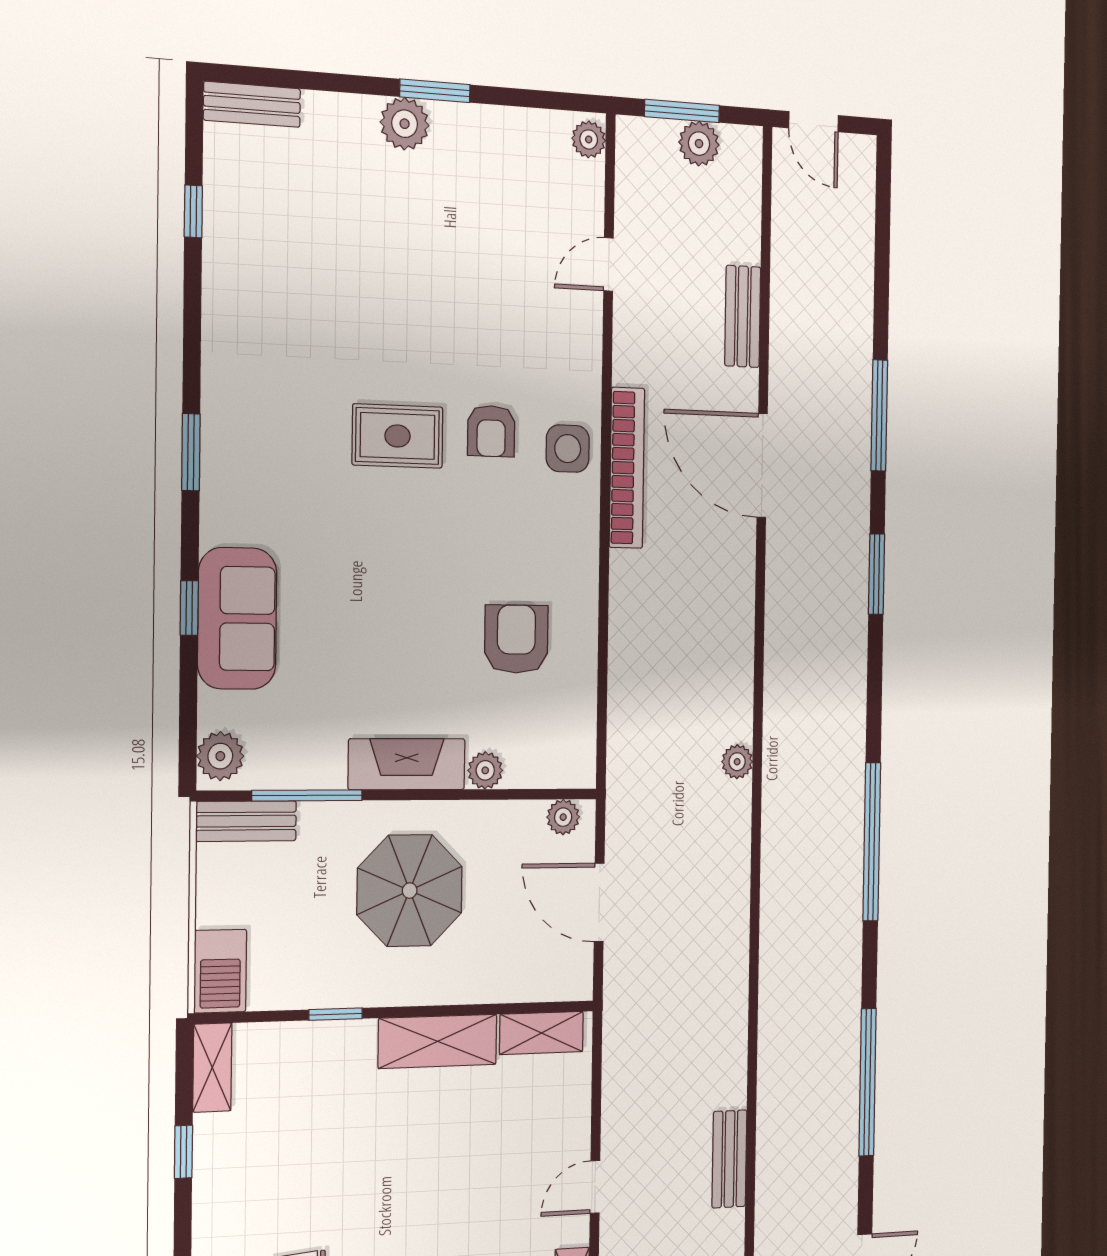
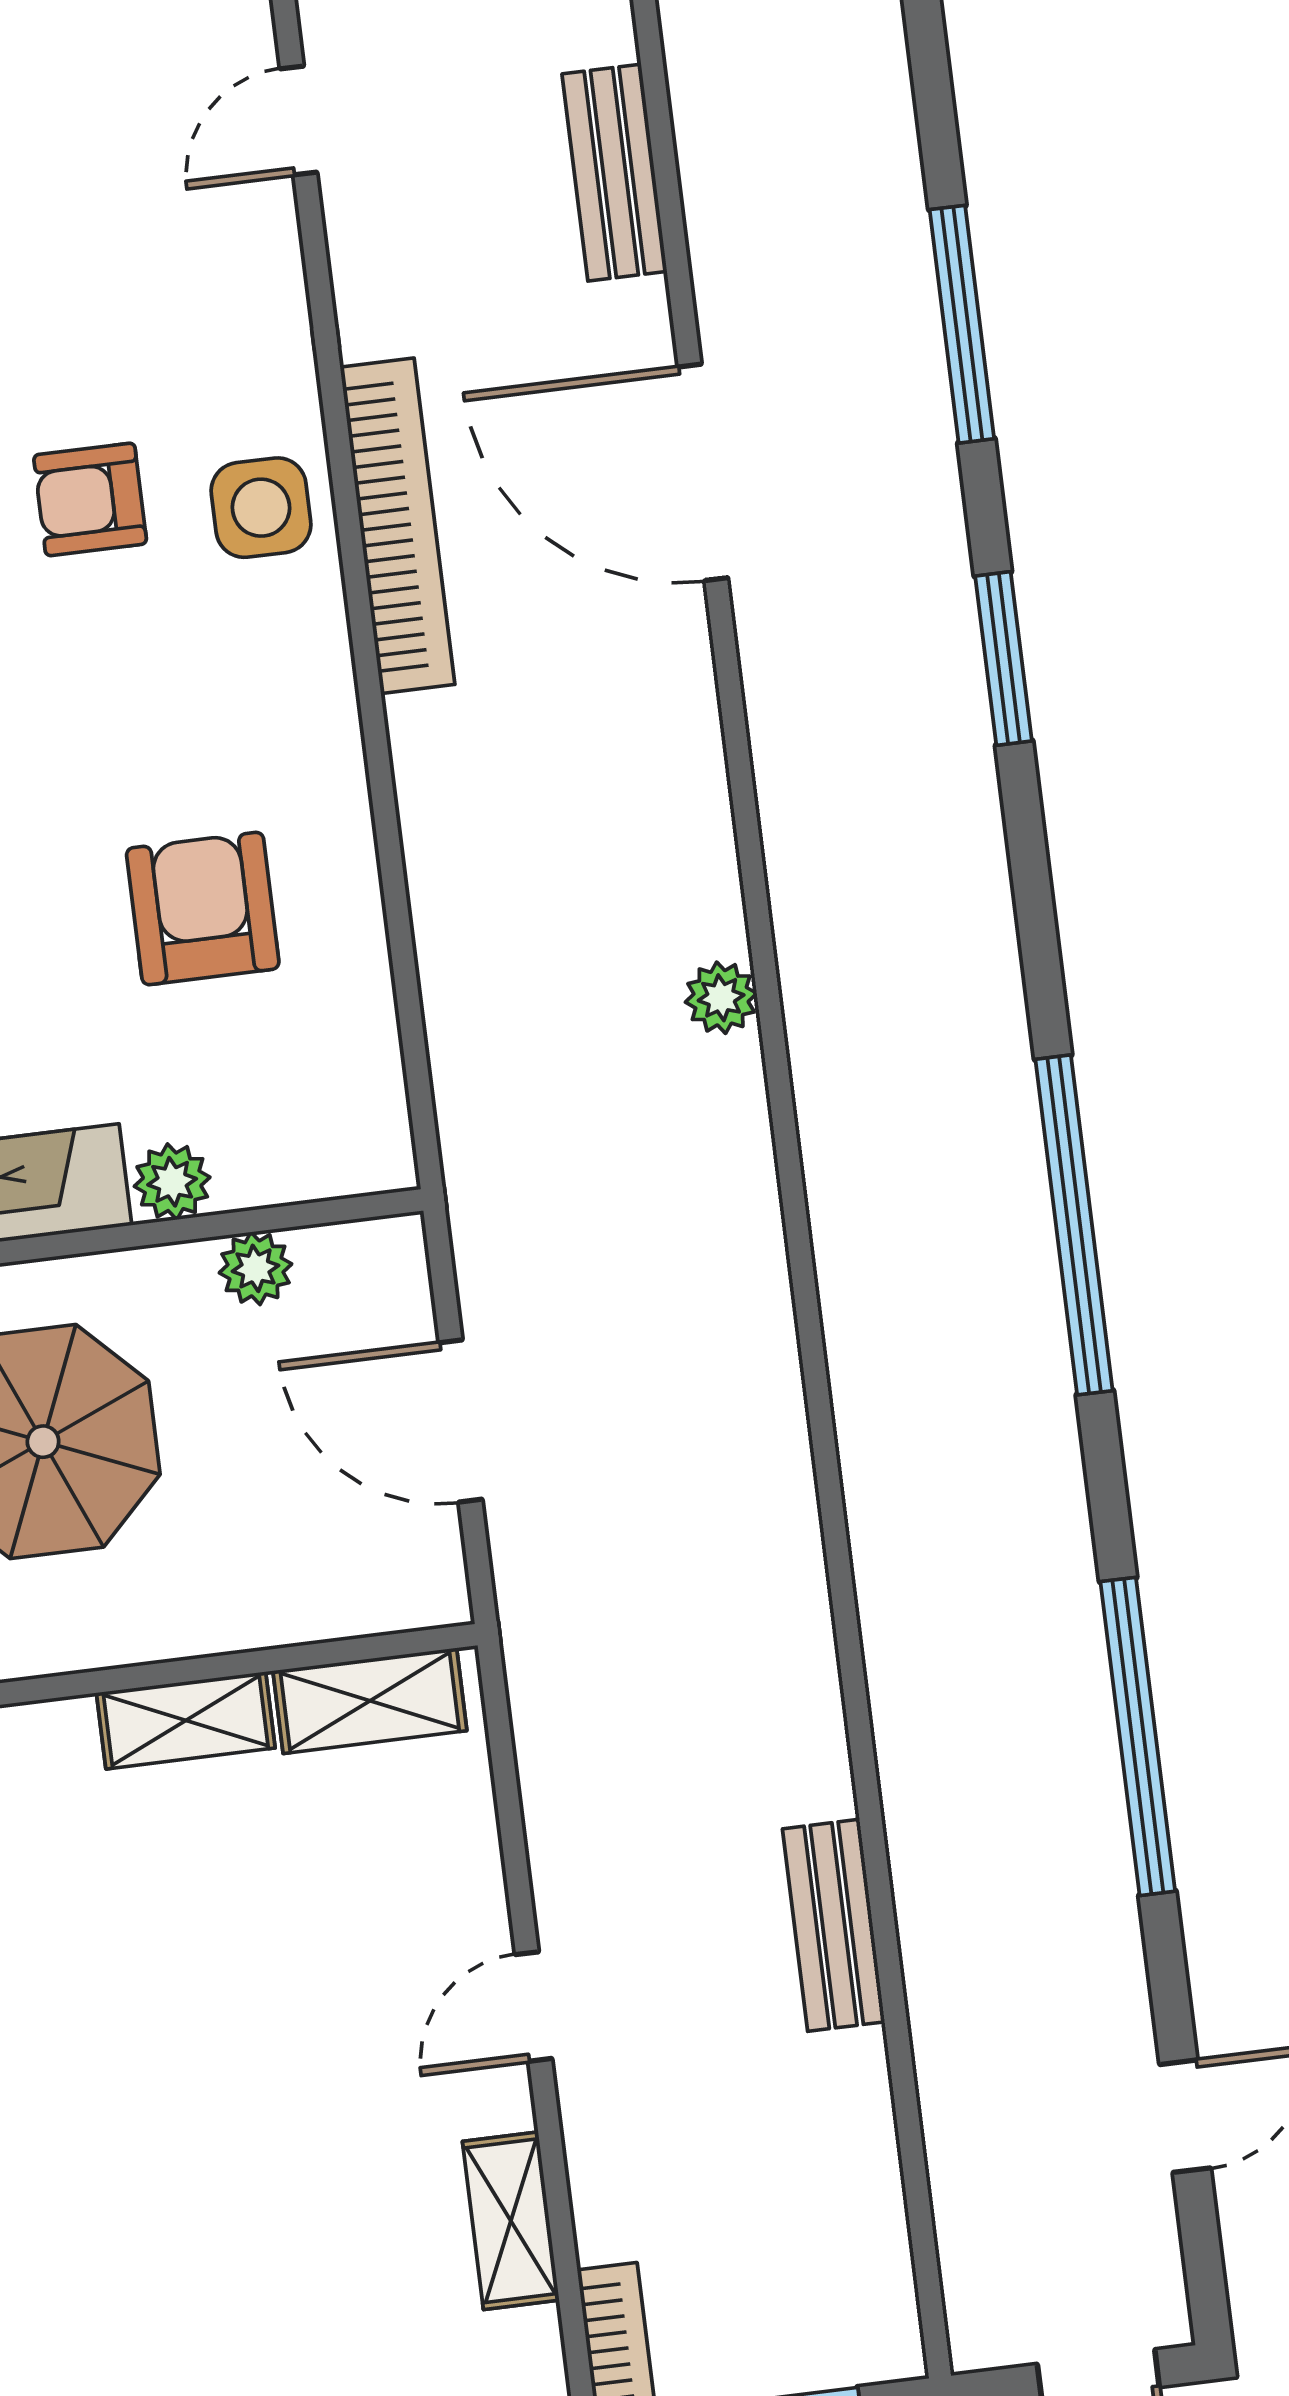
armchair: (491, 431) -> (90, 499), turned 90
plant: (737, 762) -> (721, 998), moved
plant: (563, 817) -> (255, 1268), moved
shelving: (438, 1041) -> (186, 1720), width x0.67, depth x0.75

